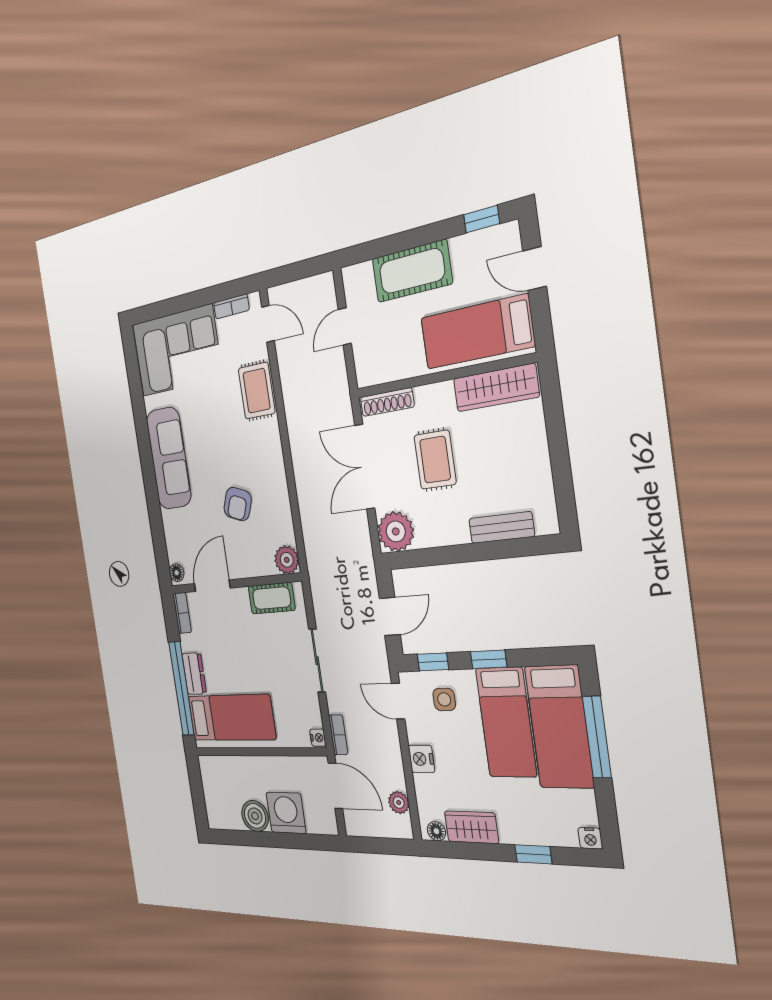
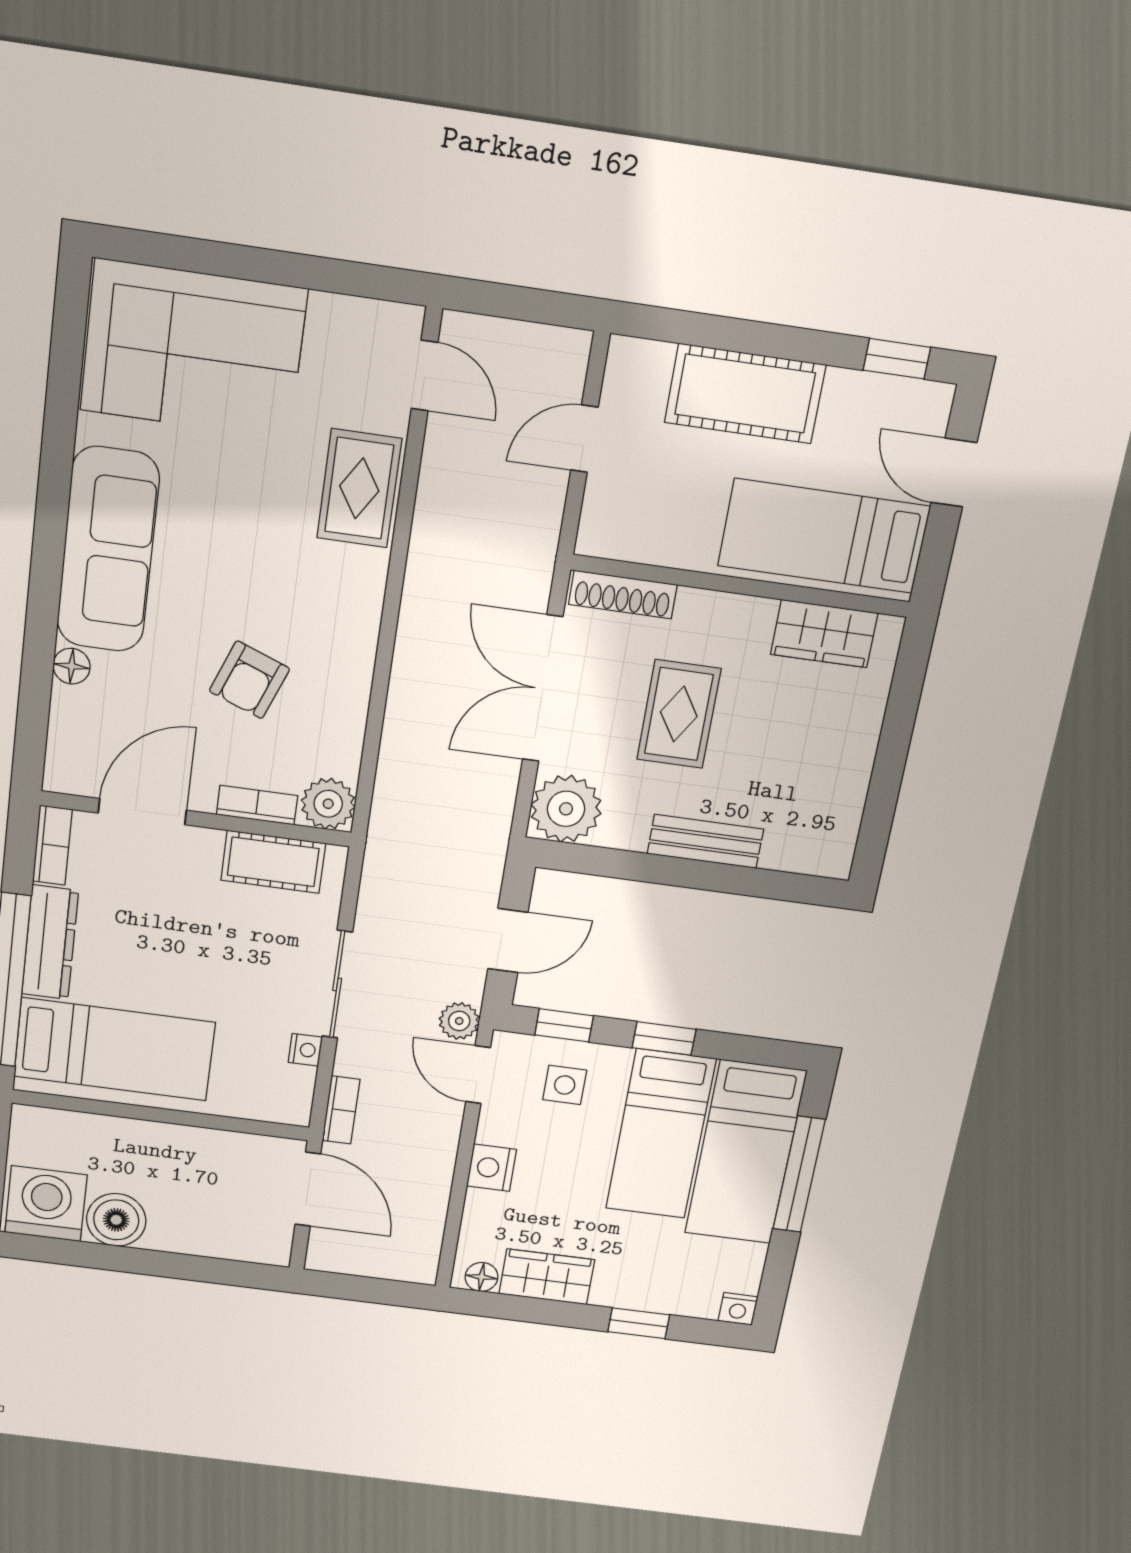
bookcase: (231, 306) -> (257, 805), moved, turned 180
wardrobe: (496, 388) -> (824, 634), width x0.67
bench: (501, 528) -> (705, 841), moved
floor lamp: (177, 573) -> (72, 666), moved
dresser: (194, 674) -> (50, 942), width x1.44
nightstand: (318, 738) -> (305, 1050), moved
plant: (399, 803) -> (459, 1021), moved
washing machine: (286, 813) -> (46, 1204), moved

